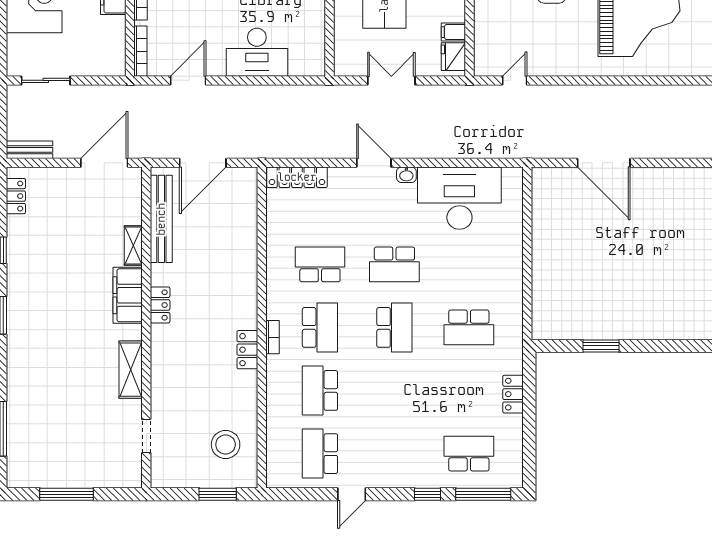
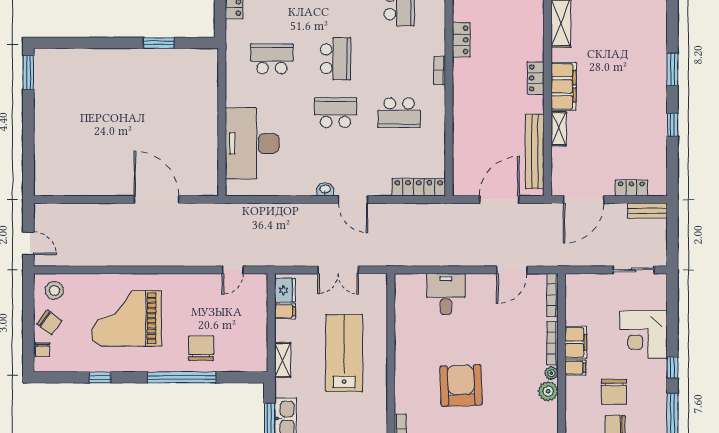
desk: (257, 52) -> (446, 294), width x0.73
locker: (16, 196) -> (631, 188), moved, turned 90
desk: (459, 198) -> (252, 143), moved, turned 90
school desk: (320, 327) -> (399, 59), removed
school desk: (394, 327) -> (335, 59), turned 180
bookcase: (272, 337) -> (440, 70), moved

